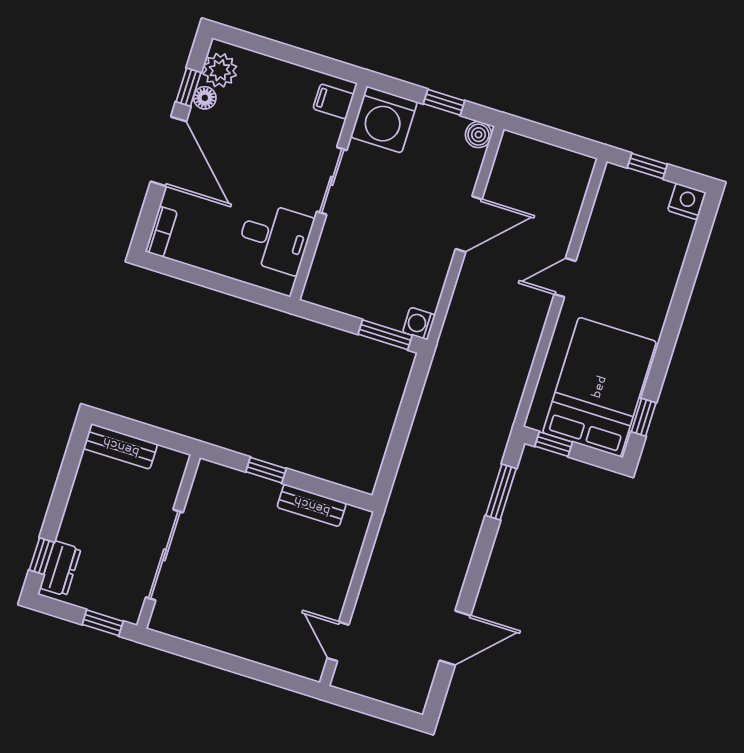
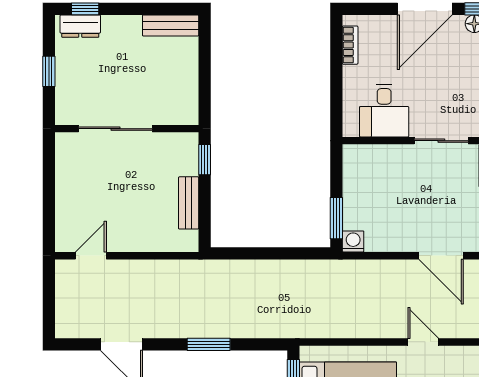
bookcase: (161, 232) -> (350, 45), moved, turned -90
bench: (121, 446) -> (171, 25), moved, turned 90
window: (501, 492) -> (209, 344), moved
wall: (169, 541) -> (127, 129), moved
sliding door: (164, 555) -> (115, 129), moved

